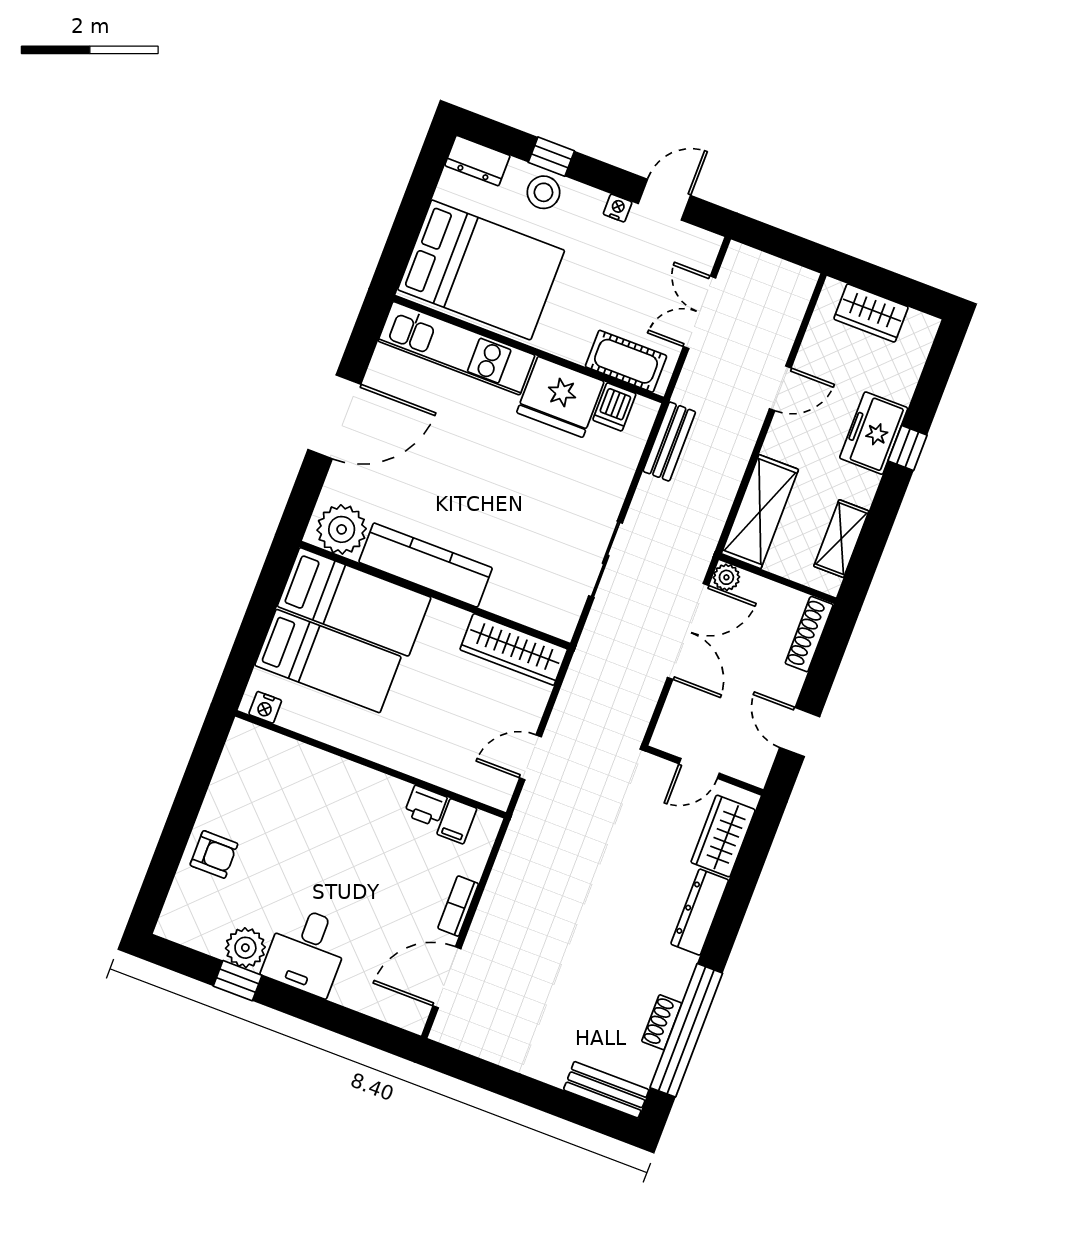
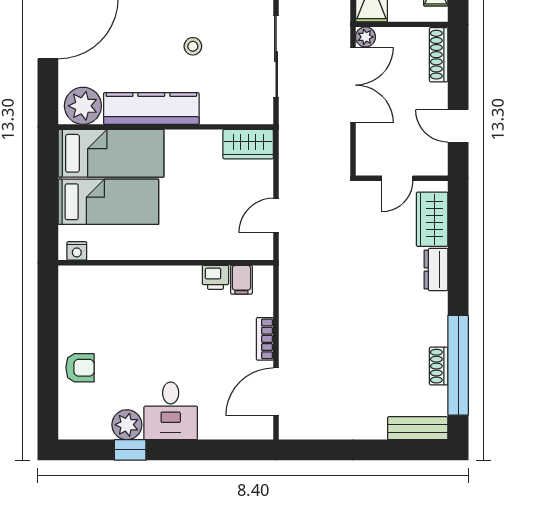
stool: (507, 507) -> (193, 46), added
sliding door: (606, 559) -> (276, 57), width x1.37
wardrobe: (514, 649) -> (248, 144), width x0.67
dresser: (700, 912) -> (436, 270), width x0.70

